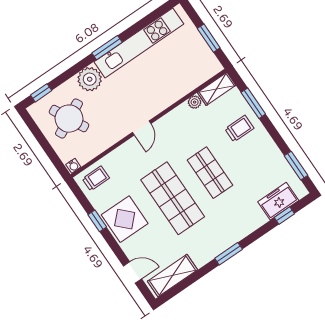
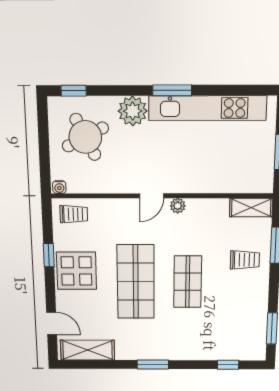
plant: (195, 102) -> (178, 206), moved
freezer: (278, 201) -> (232, 349), removed

